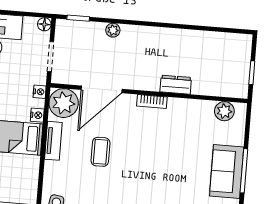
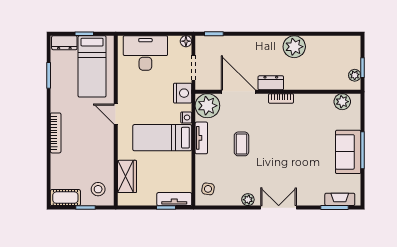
plant: (113, 30) -> (294, 47), moved, width x1.88, depth x1.88
plant: (242, 81) -> (355, 75), added
dresser: (176, 85) -> (271, 83), moved
door: (102, 89) -> (238, 92), swing flipped
nightstand: (40, 92) -> (183, 93), width x1.89, depth x1.79

